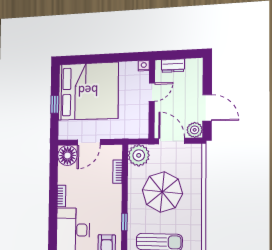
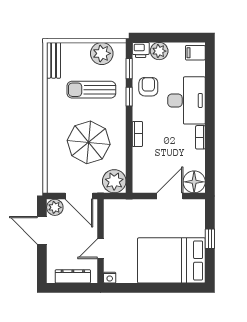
dresser: (173, 66) -> (73, 276), width x1.44
bed: (88, 91) -> (171, 260), width x0.73
bookcase: (118, 172) -> (137, 134), moved
window: (124, 222) -> (129, 97), moved

